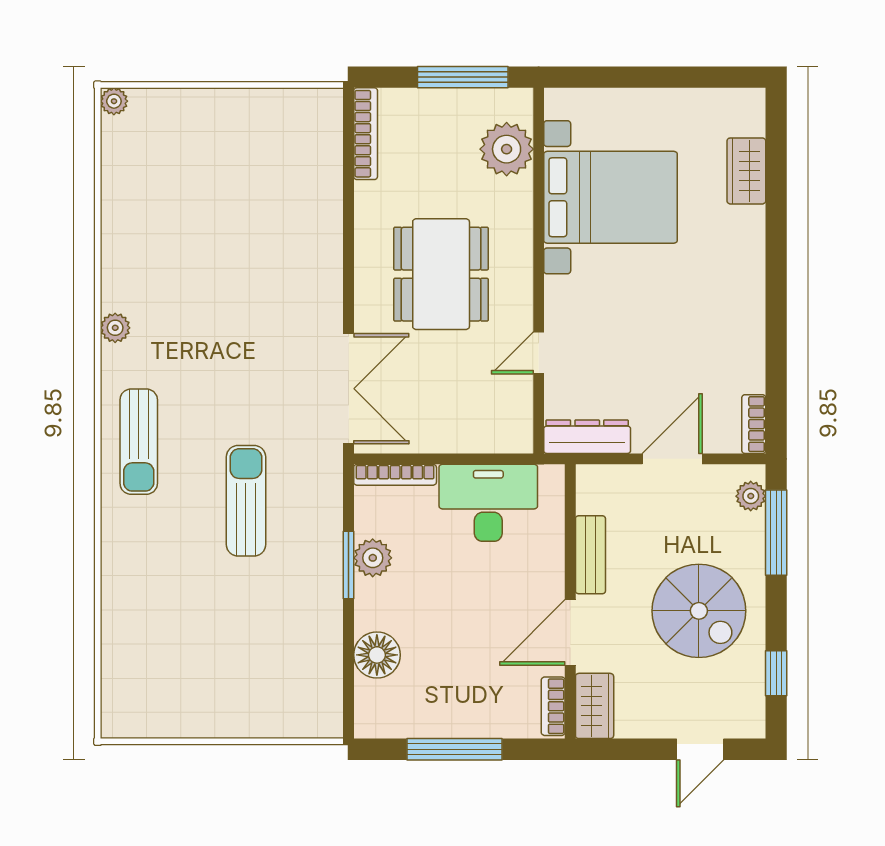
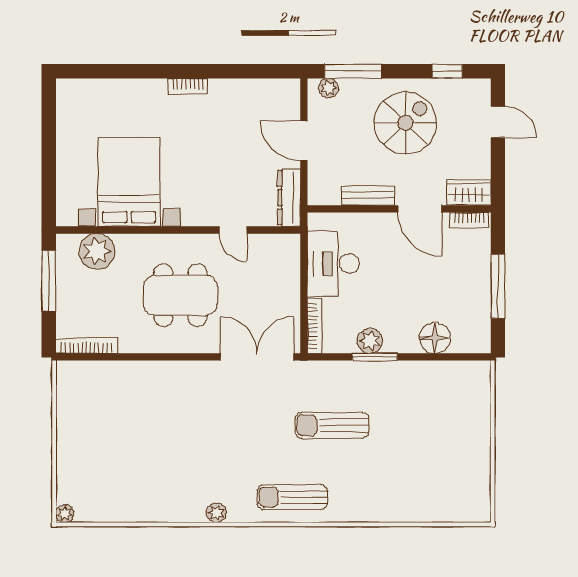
wardrobe: (746, 171) -> (112, 91), removed
bookcase: (754, 424) -> (188, 86), moved
sun lounger: (139, 442) -> (292, 497), turned 180

